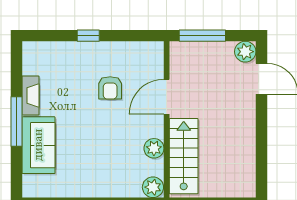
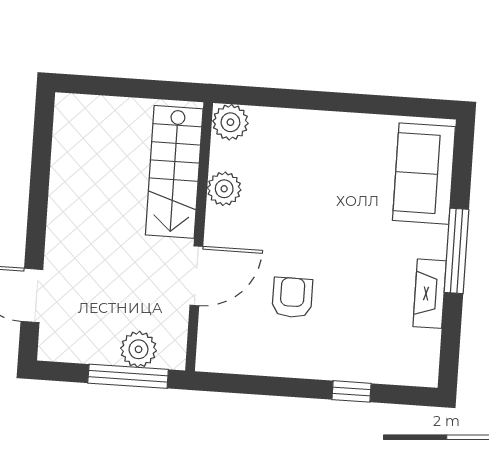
window: (88, 36) -> (351, 391), moved
plant: (245, 52) -> (139, 349), moved
sofa: (38, 145) -> (424, 174), moved

